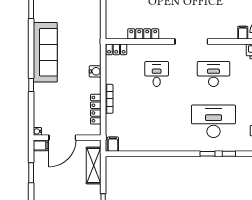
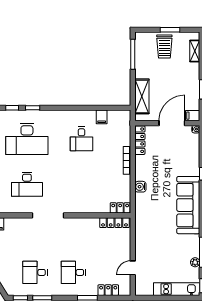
locker: (143, 34) -> (115, 223), moved
desk: (157, 74) -> (81, 139), moved
locker: (96, 109) -> (140, 140), moved
filing cabinet: (113, 144) -> (102, 117), moved

